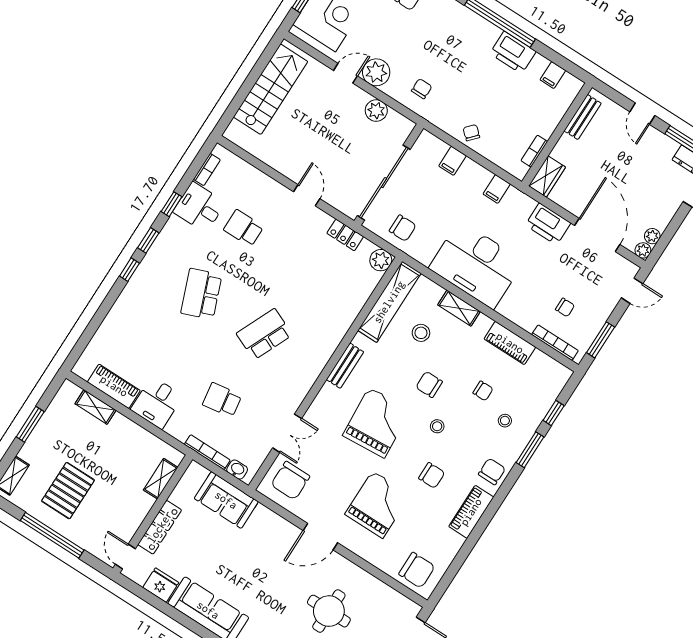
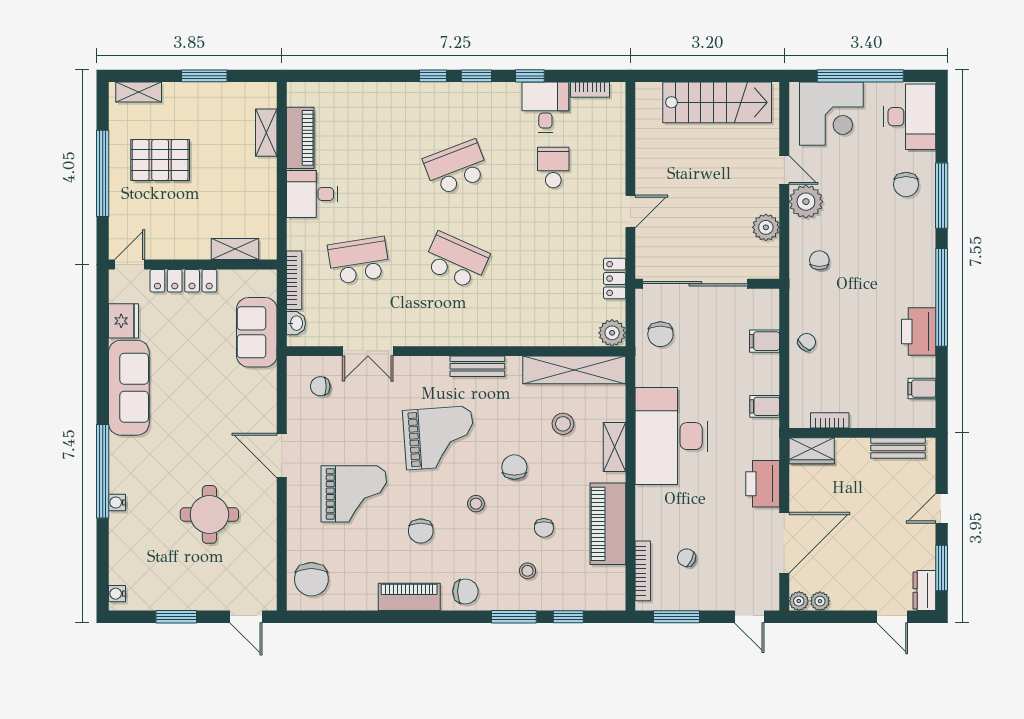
chair: (422, 89) -> (819, 260), turned -90
chair: (565, 307) -> (687, 558), turned 116
piano: (510, 343) -> (608, 524), width x1.37, depth x1.33
school desk: (222, 400) -> (359, 261), width x1.85
chair: (290, 481) -> (320, 386), width x0.54, depth x0.54

